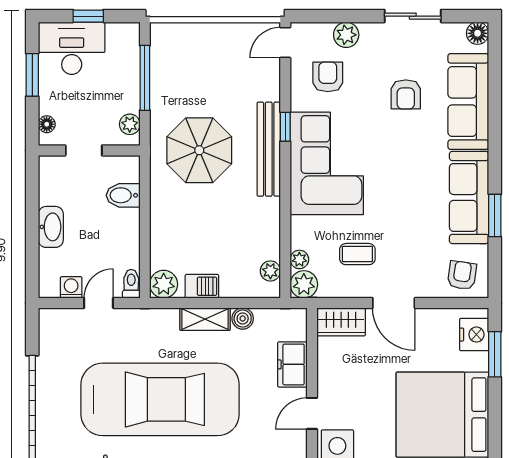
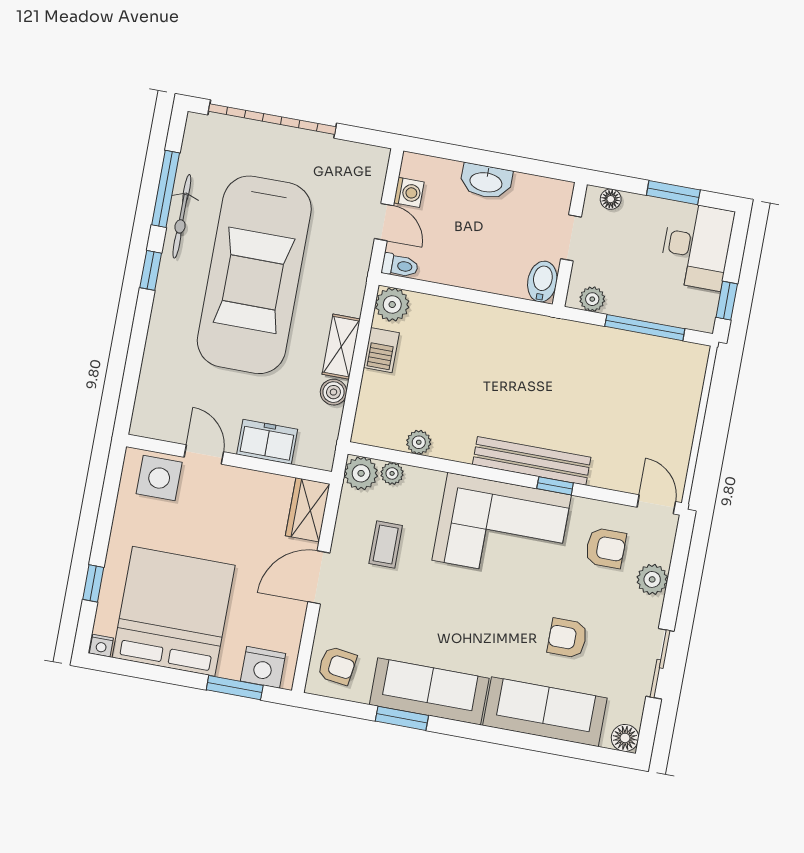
window: (88, 16) -> (727, 301), moved
parasol: (199, 150) -> (546, 377), removed
bidet: (123, 195) -> (542, 282), moved
plant: (270, 271) -> (419, 442), moved

